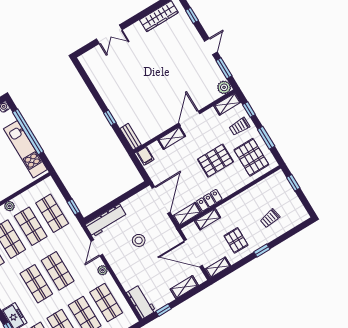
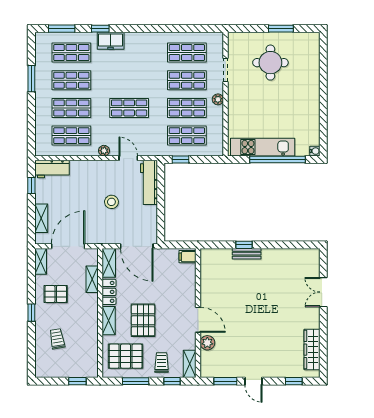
plant: (224, 87) -> (207, 343), moved
bench: (131, 137) -> (247, 254), moved
shelving: (172, 138) -> (109, 321), moved
shop shelf: (36, 284) -> (129, 80), removed

